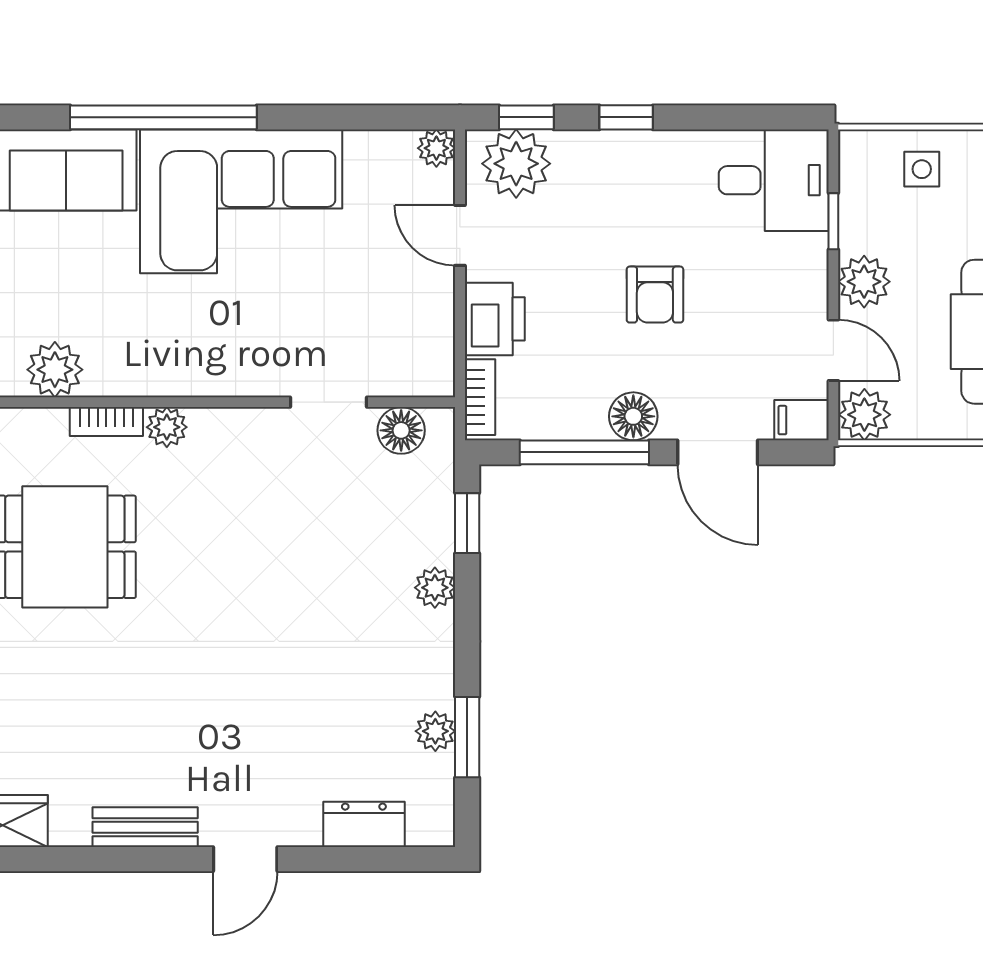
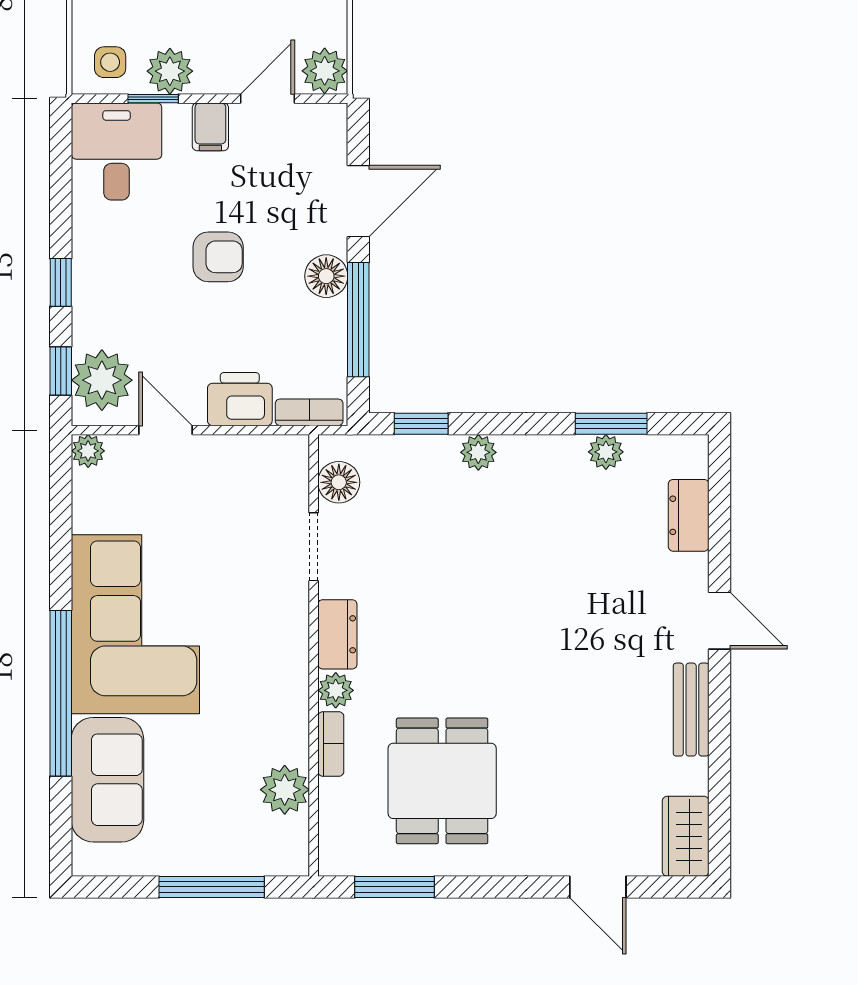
side table: (922, 169) -> (110, 62), moved
door: (460, 235) -> (166, 430), swing flipped
plant: (864, 282) -> (170, 71), moved
filing cabinet: (801, 420) -> (210, 127), moved
dresser: (230, 429) -> (337, 634), added

